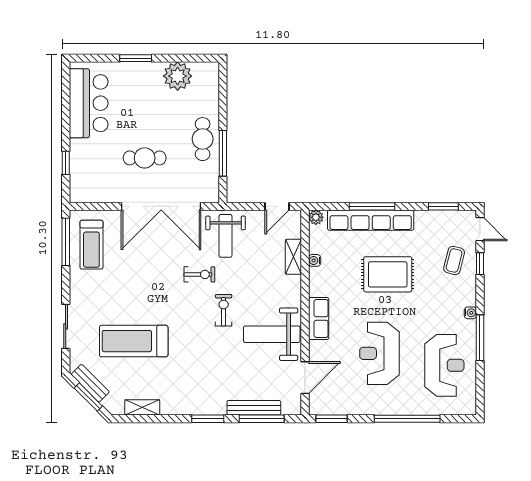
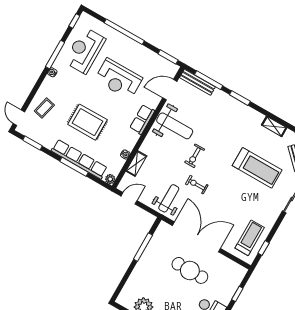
cafe table: (203, 139) -> (150, 262), removed
cafe table: (145, 158) -> (190, 270), width x1.37, depth x1.35
window: (66, 242) -> (264, 248), width x0.46
window: (480, 264) -> (74, 21), moved
reception desk: (379, 353) -> (119, 79), turned 90
bench: (254, 408) -> (197, 82), moved

